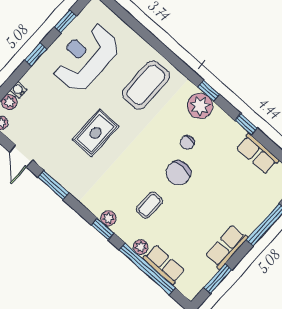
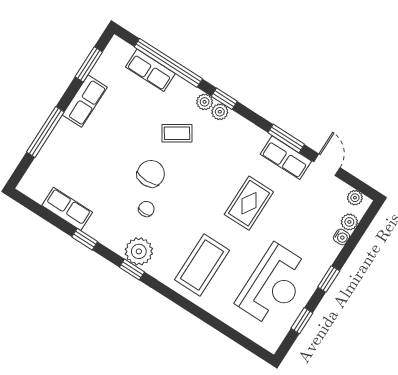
row of seats: (56, 168) -> (286, 158), added
coffee table: (149, 205) -> (177, 133), turned 56
plant: (141, 247) -> (205, 102), moved

